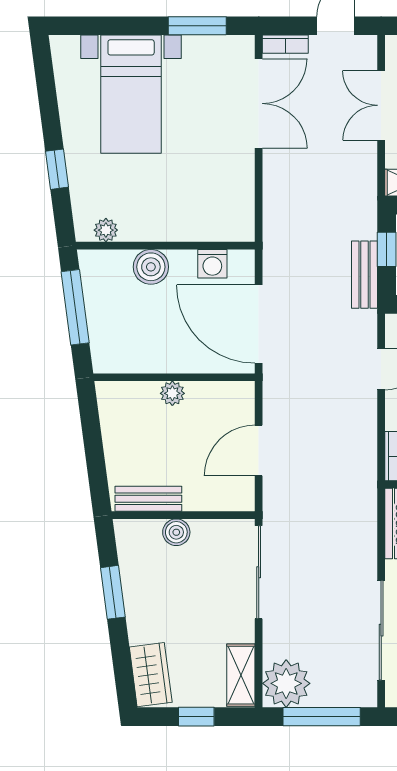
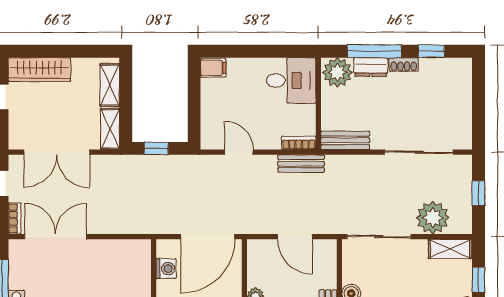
double door: (381, 105) -> (57, 152), width x1.37
bench: (365, 275) -> (301, 164), moved
plant: (286, 683) -> (433, 218), moved
window: (322, 717) -> (478, 193), width x0.46

